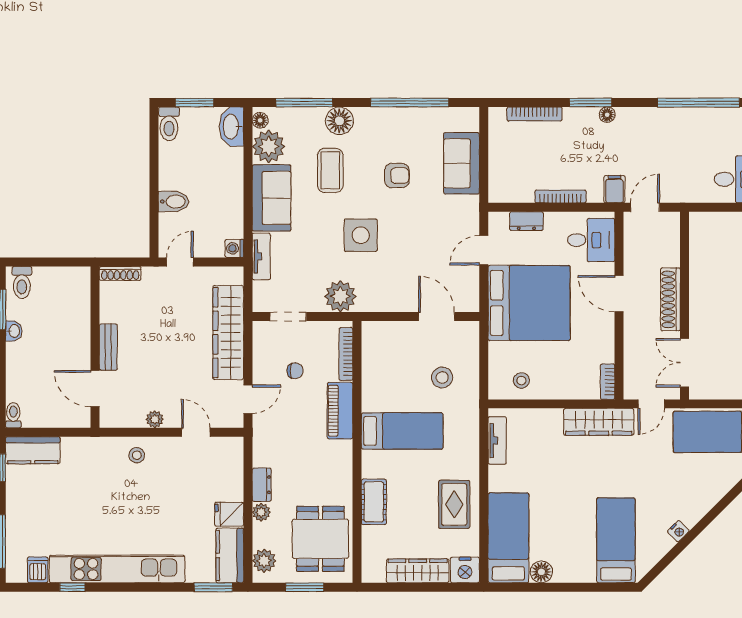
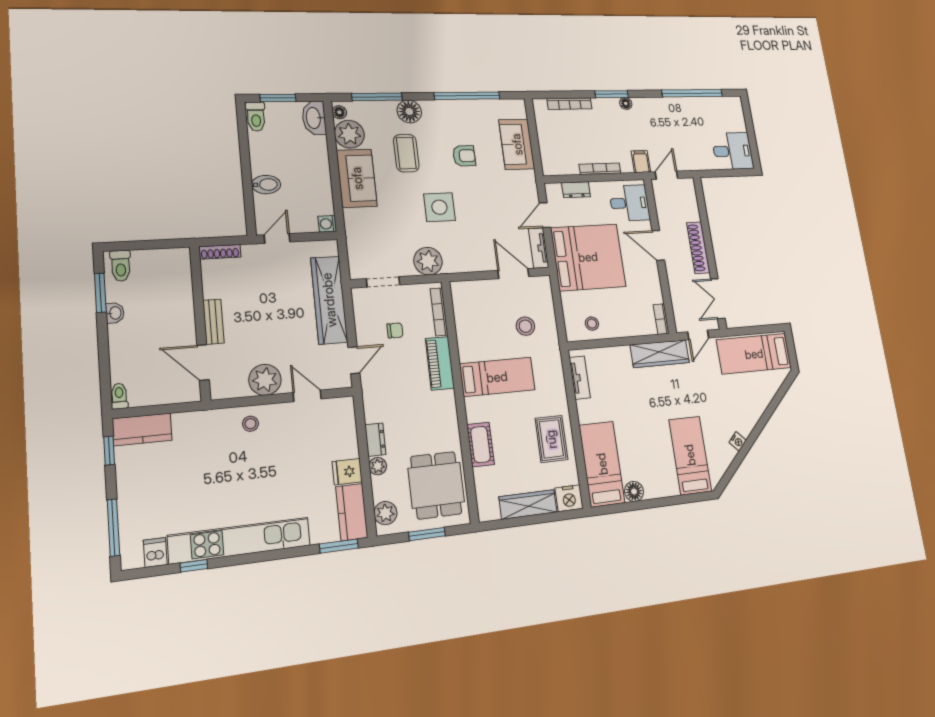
tv unit: (261, 256) -> (539, 248), moved, turned 180
plant: (155, 419) -> (265, 380), width x1.88, depth x1.88

